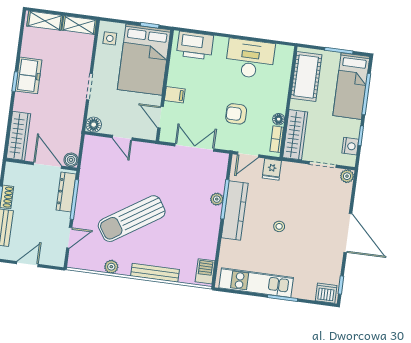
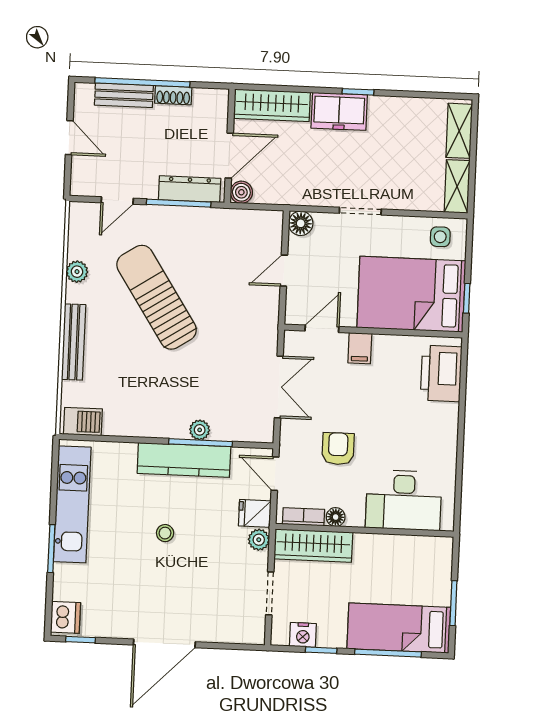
desk: (250, 59) -> (404, 500), moved, turned 90
freezer: (29, 75) -> (339, 111), moved
cot: (306, 76) -> (407, 555), removed
plant: (347, 176) -> (259, 540), moved
door: (69, 238) -> (117, 201), hinge flipped

